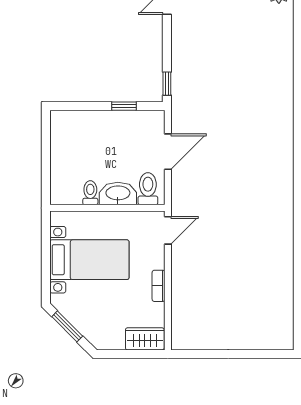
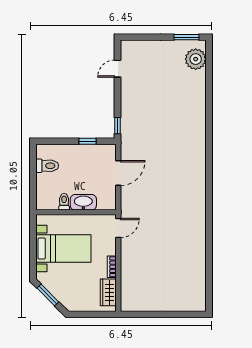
toilet: (148, 189) -> (47, 166), moved, turned 90
wardrobe: (145, 339) -> (108, 292), moved, turned -90

